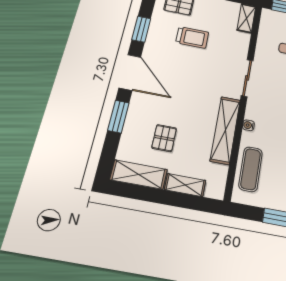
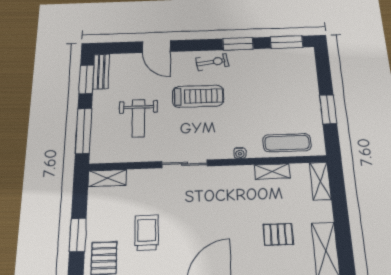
shelving: (225, 130) -> (272, 171), width x0.45, depth x0.75
shelving: (185, 185) -> (320, 181), moved

